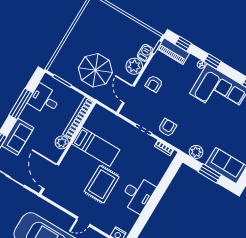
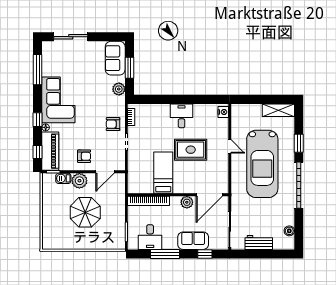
piano: (173, 51) -> (50, 151), width x1.37, depth x1.33
parasol: (95, 70) -> (85, 212), moved
plant: (62, 142) -> (187, 202), moved
desk: (137, 194) -> (182, 116), width x0.73

